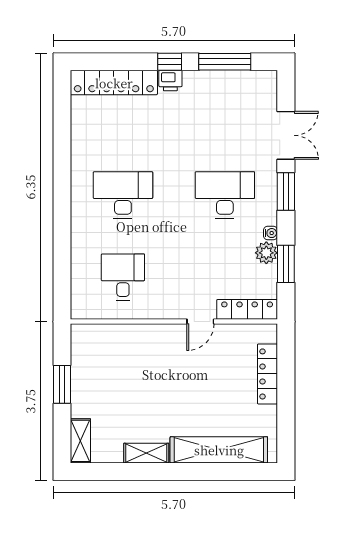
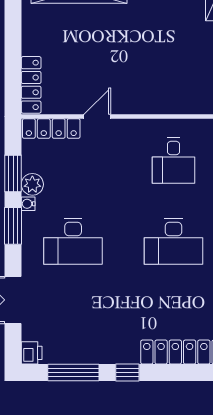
printer: (170, 81) -> (32, 353), moved, turned 90
window: (286, 191) -> (13, 226), moved
locker: (267, 374) -> (31, 85), moved

